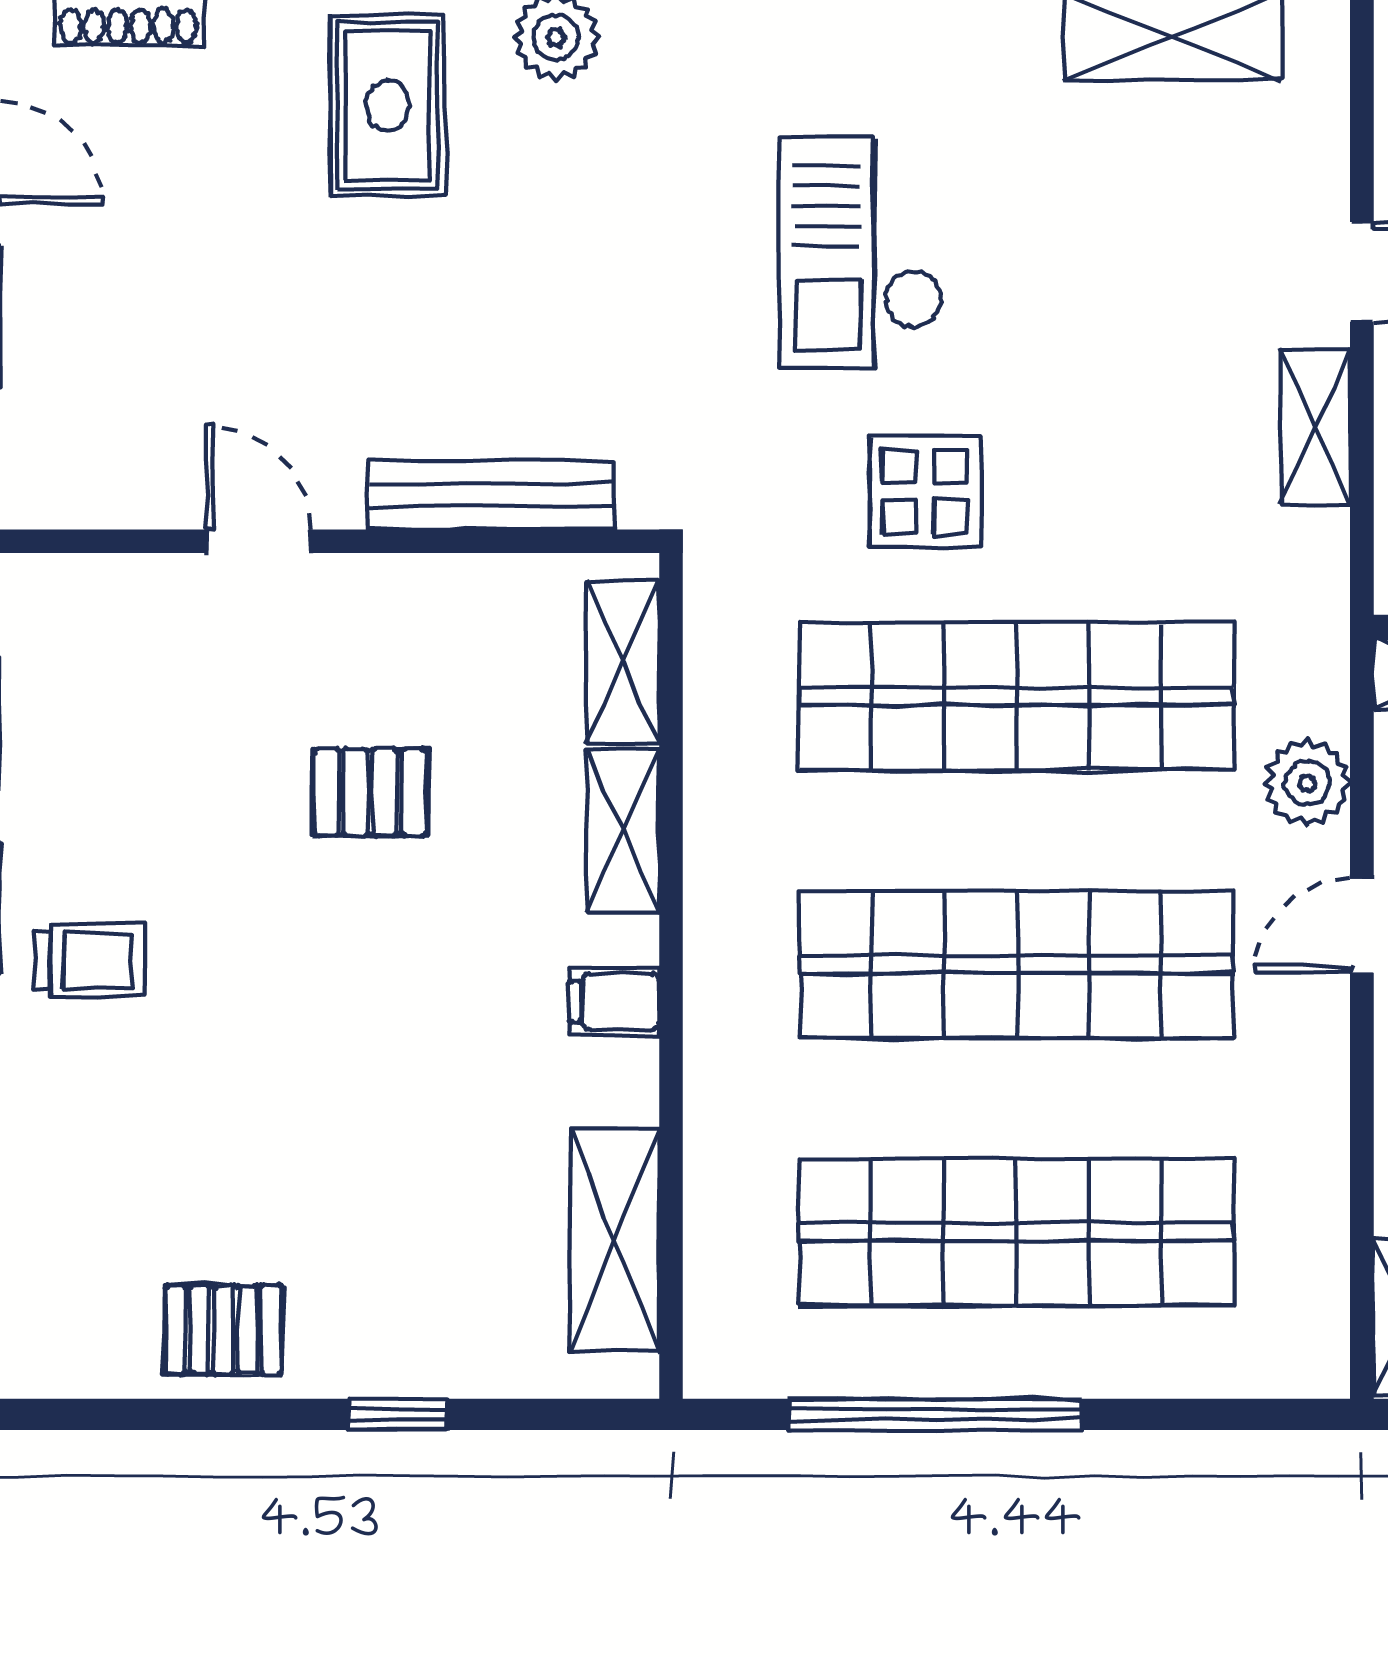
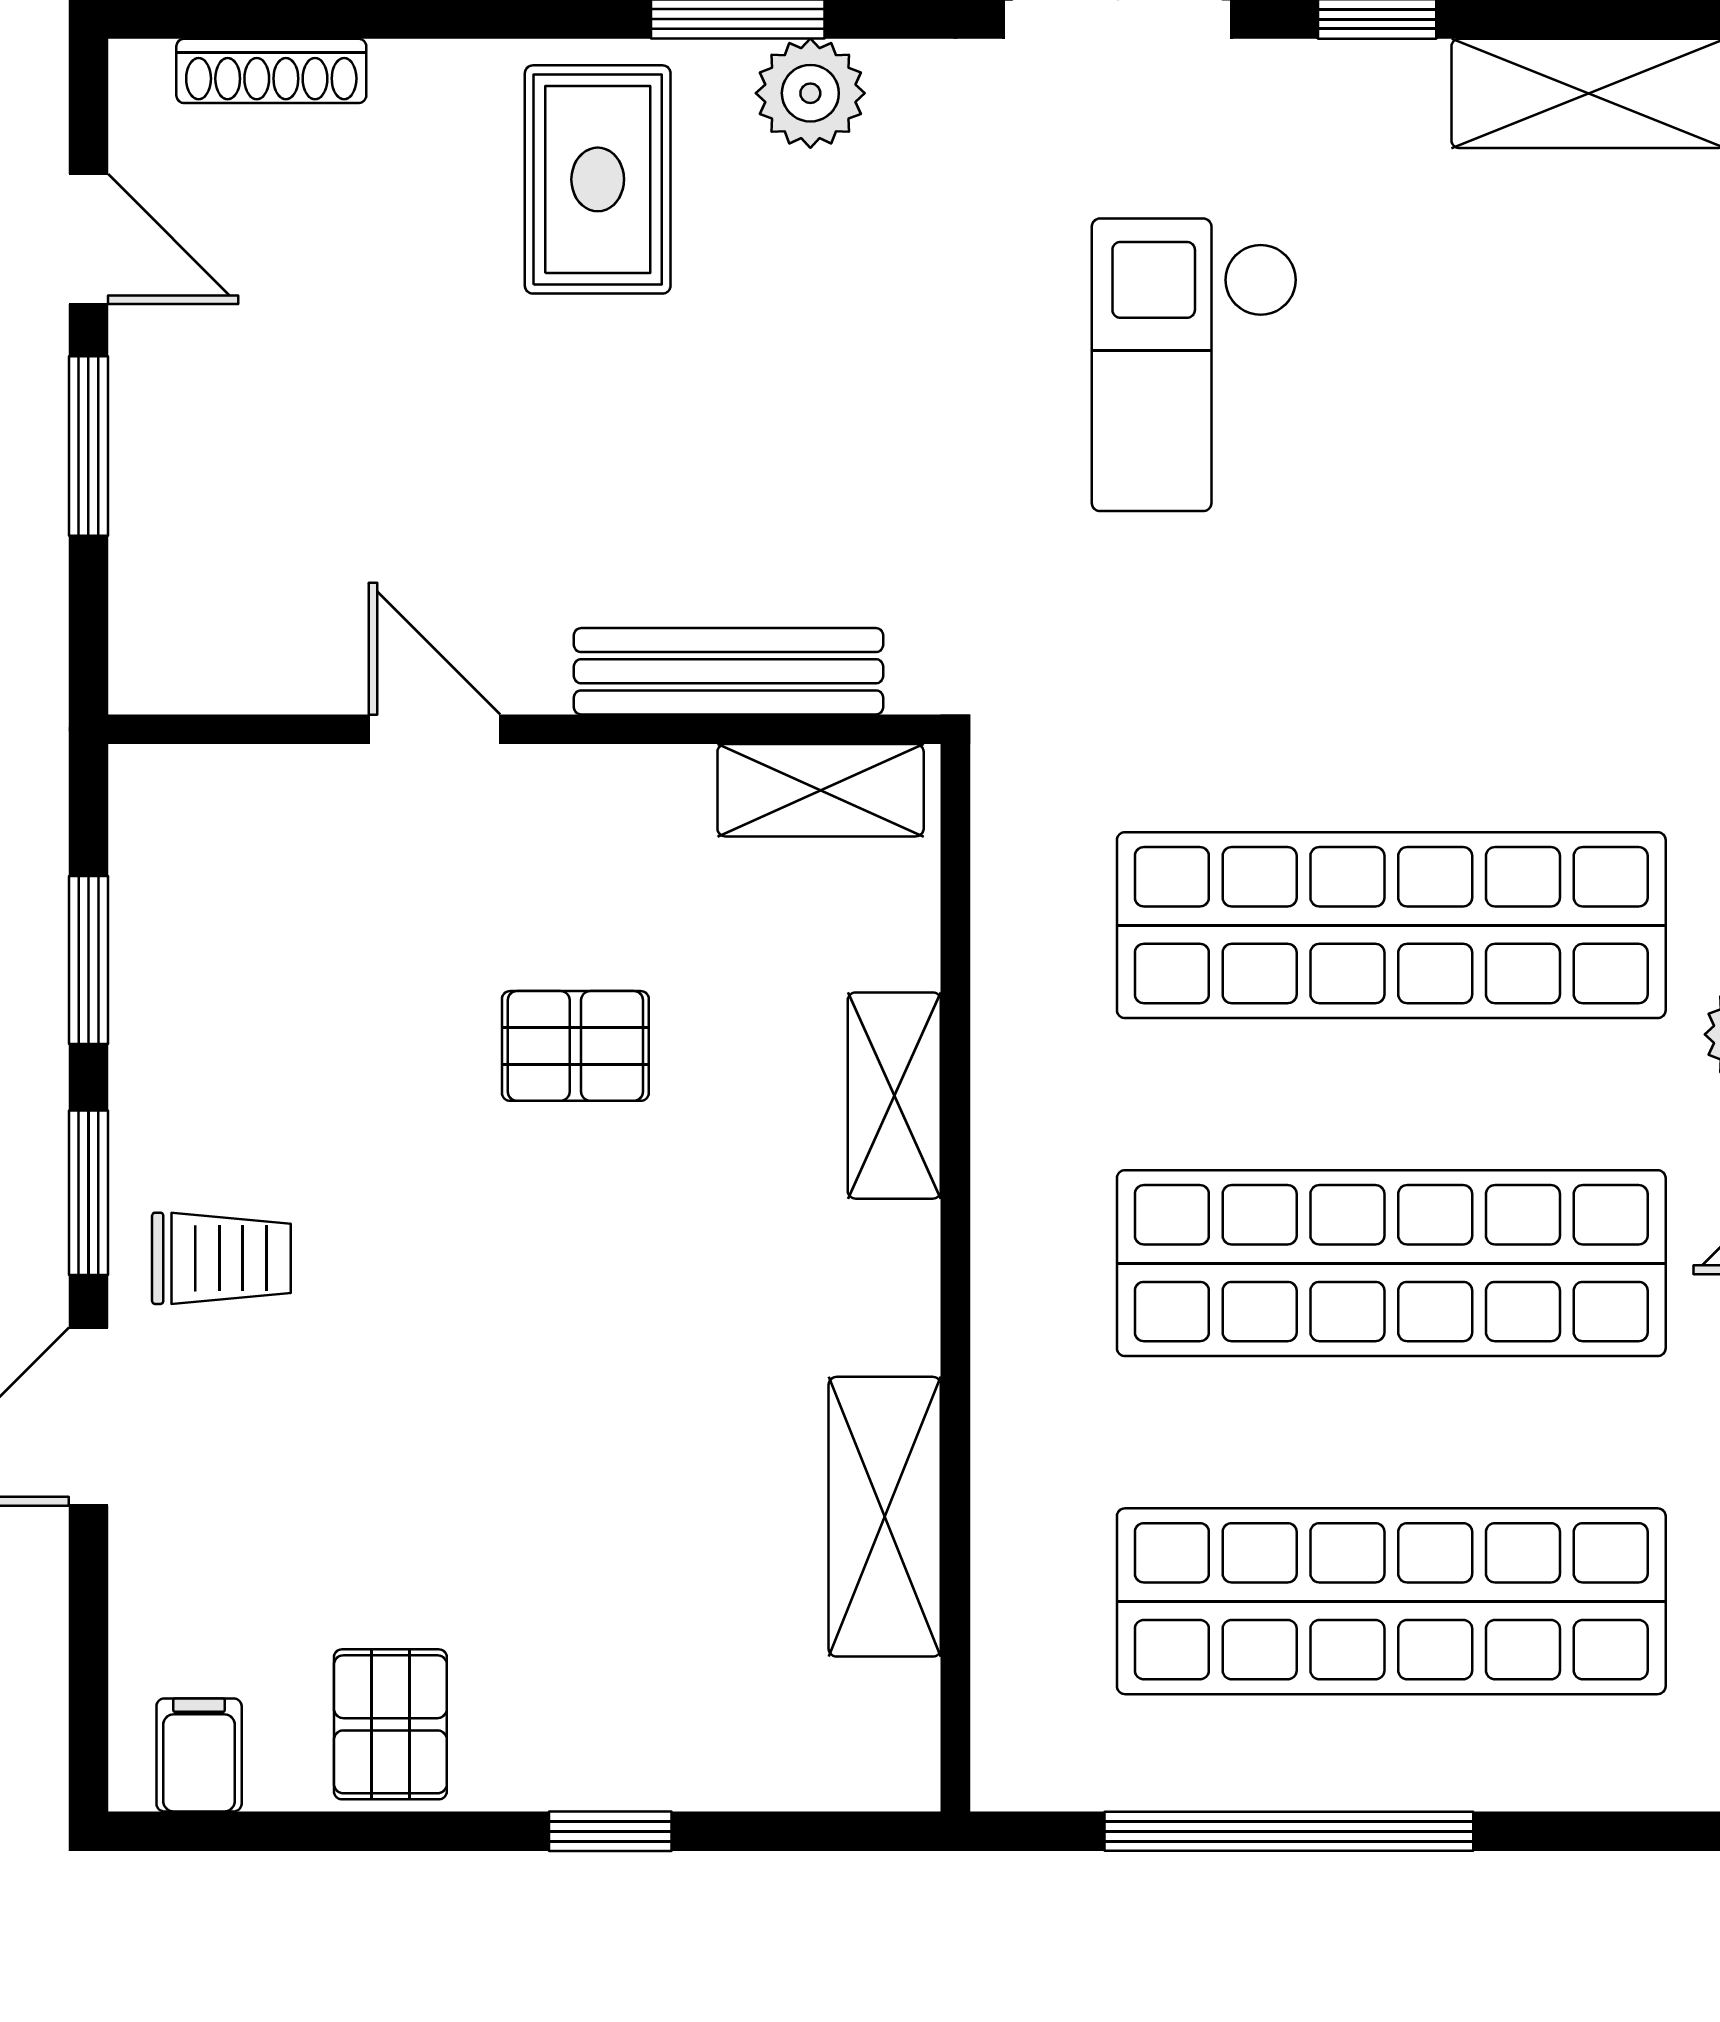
display table: (925, 491) -> (1276, 666), removed
shelving: (623, 662) -> (821, 790), moved, turned 90
filing cabinet: (615, 1002) -> (199, 1755), moved, turned 90
shelving: (615, 1240) -> (885, 1517), moved
pallet: (223, 1330) -> (390, 1724), turned 90

